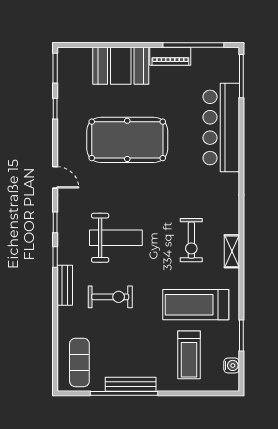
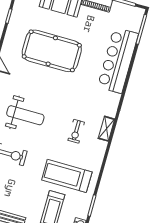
exercise bike: (191, 240) -> (76, 131), width x0.73, depth x0.72
shelving: (232, 251) -> (106, 129), moved

